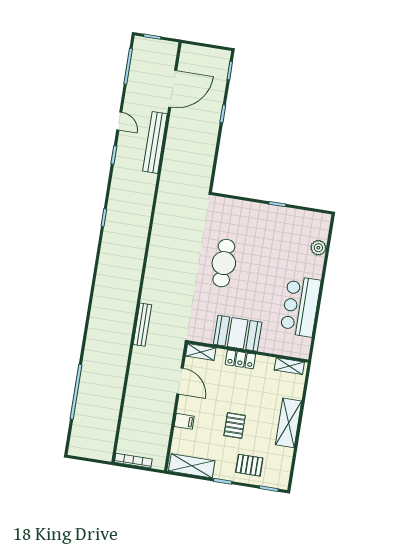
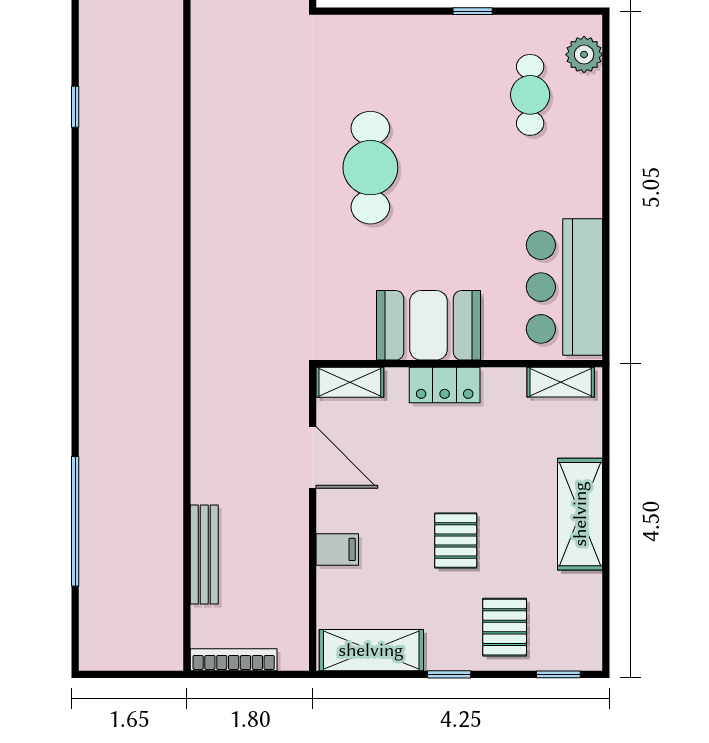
cafe table: (296, 243) -> (530, 95), added
plant: (318, 248) -> (584, 55), moved
bar counter: (301, 306) -> (564, 287), moved
bench: (142, 325) -> (204, 555), moved
pallet: (249, 465) -> (505, 627), turned 90

